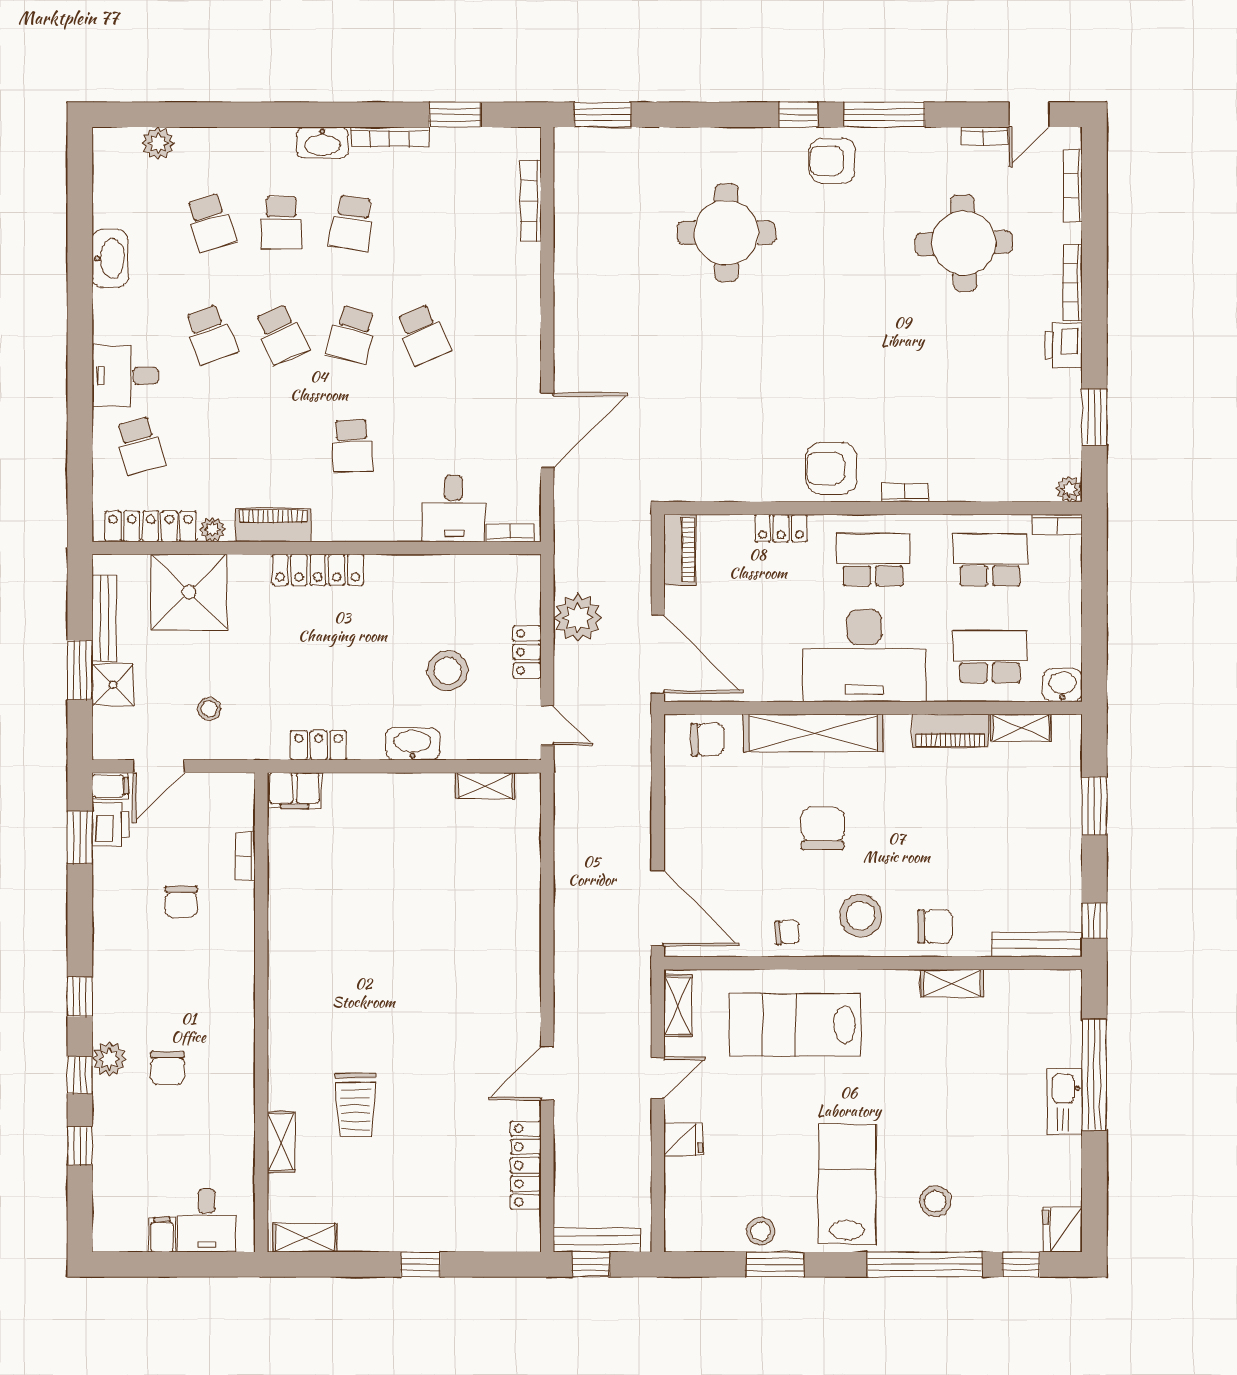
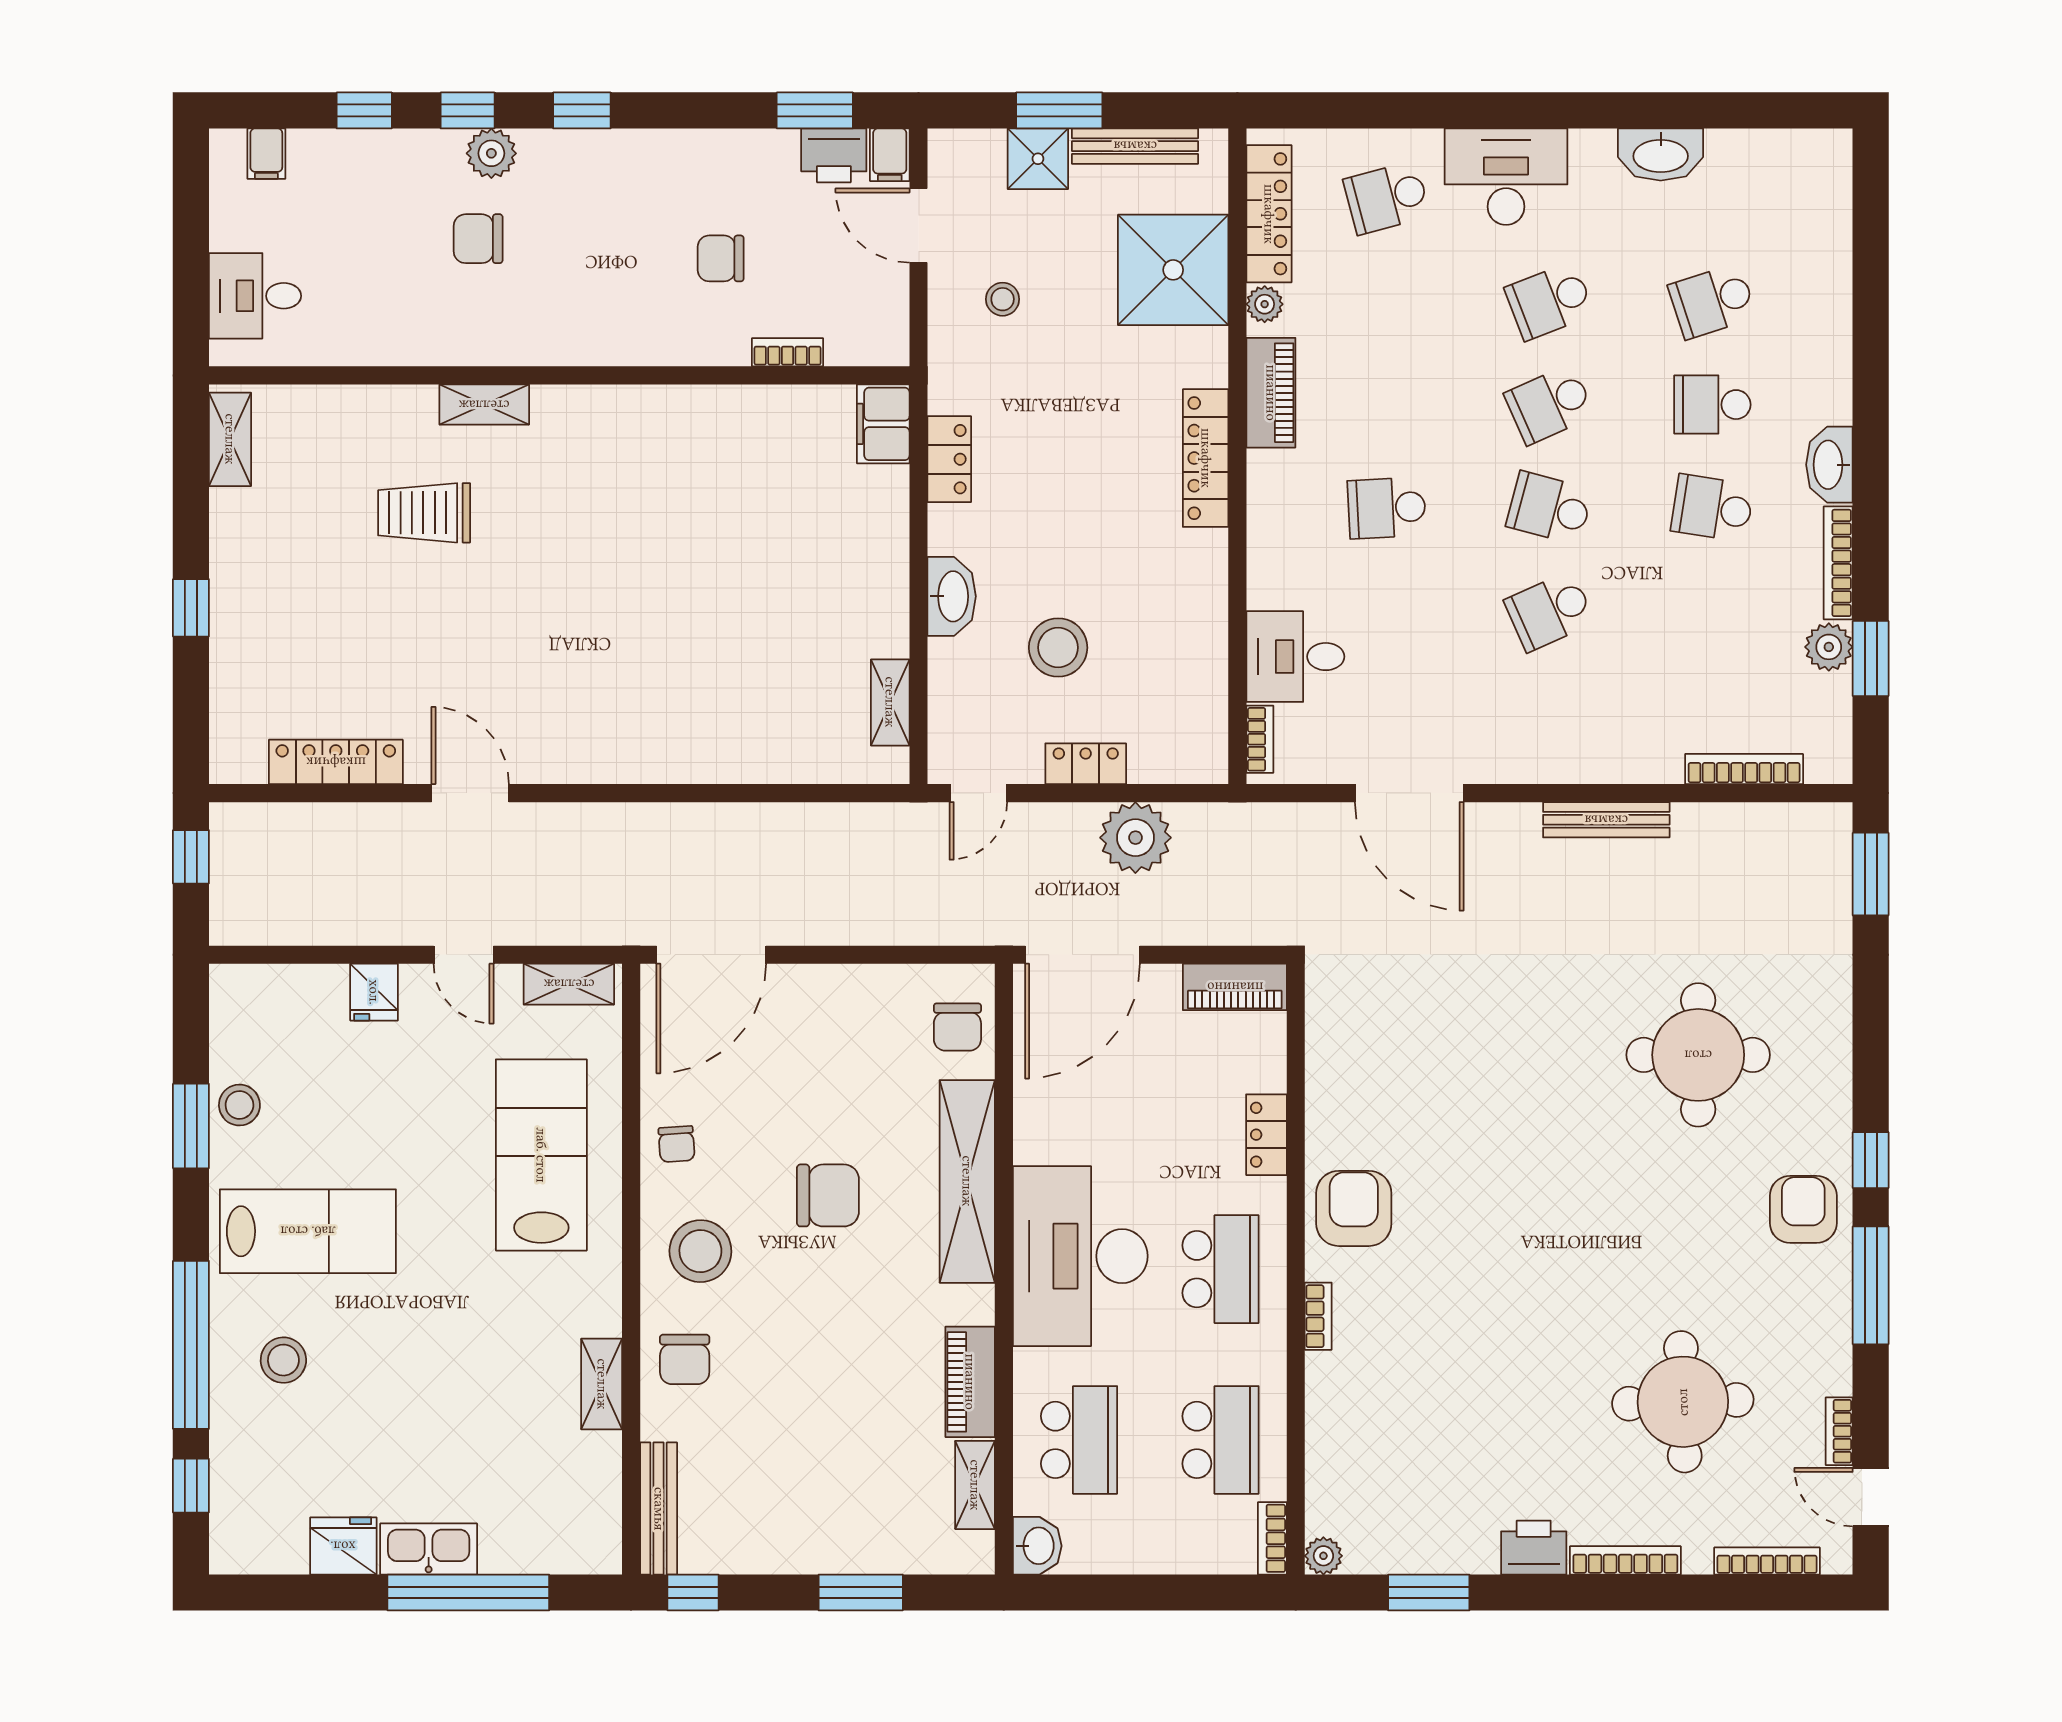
plant: (158, 143) -> (1829, 647), moved
desk: (125, 376) -> (1506, 177), width x1.37
shelving: (281, 1142) -> (484, 405), moved
fridge: (1063, 1229) -> (343, 1546), moved
filing cabinet: (162, 1235) -> (266, 154), moved, turned 90
bench: (597, 1240) -> (1606, 820), moved, turned 90

